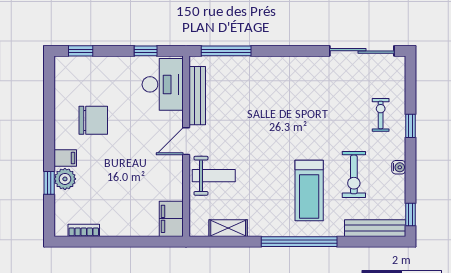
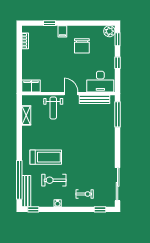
window: (146, 51) -> (118, 63), moved
window: (410, 126) -> (100, 209), moved
plant: (65, 179) -> (109, 31), moved
treadmill: (309, 190) -> (46, 157), turned 180
window: (299, 242) -> (19, 180), moved

